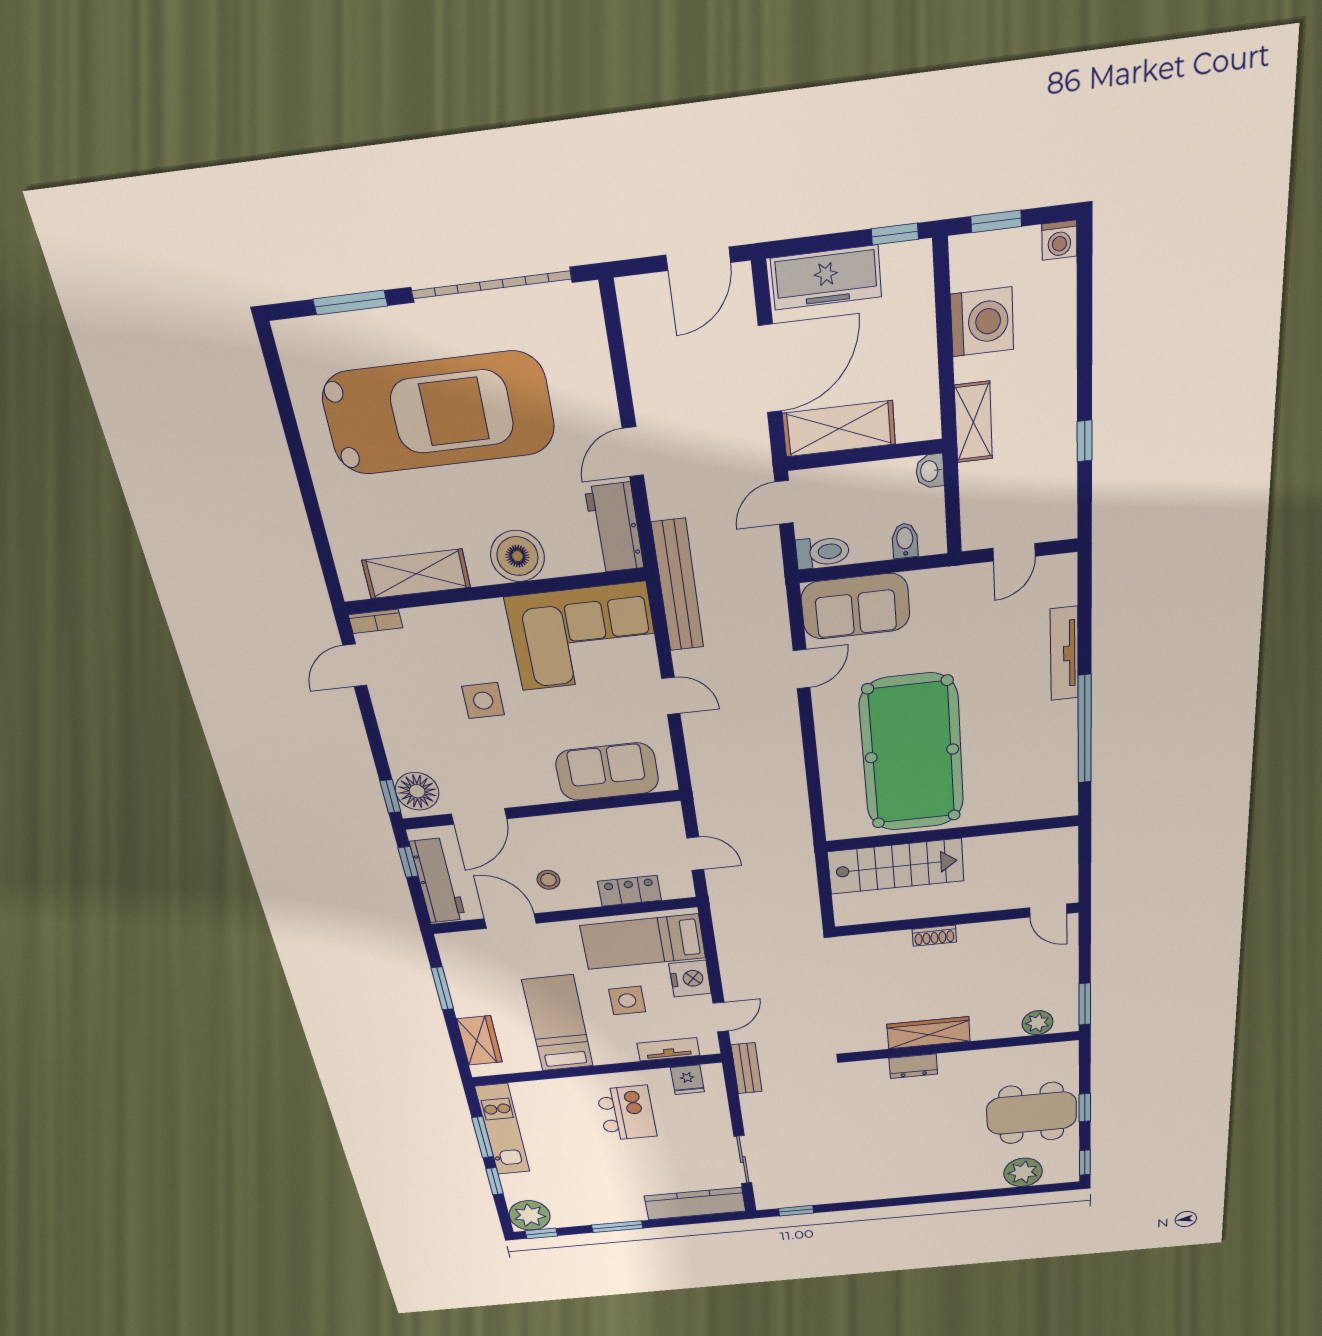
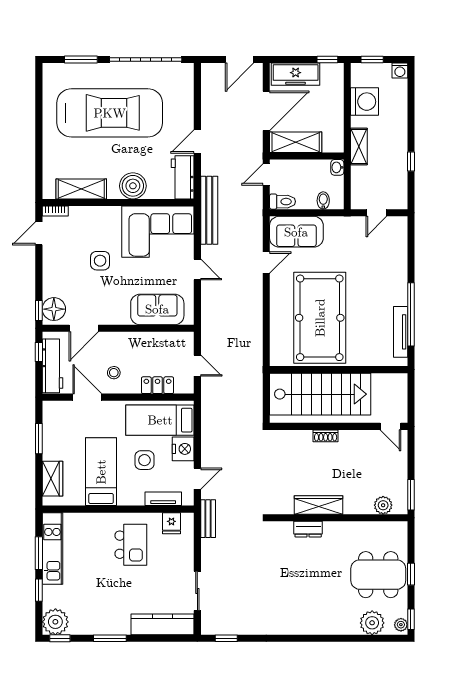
tv unit: (1064, 654) -> (401, 332), moved
stairs: (896, 866) -> (320, 394), width x1.36, depth x1.51
plant: (1069, 1170) -> (401, 625), added

